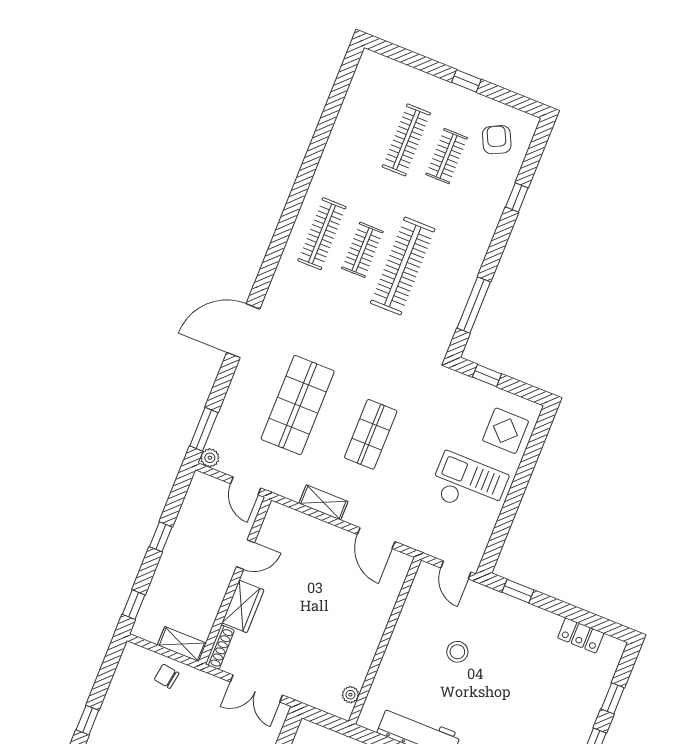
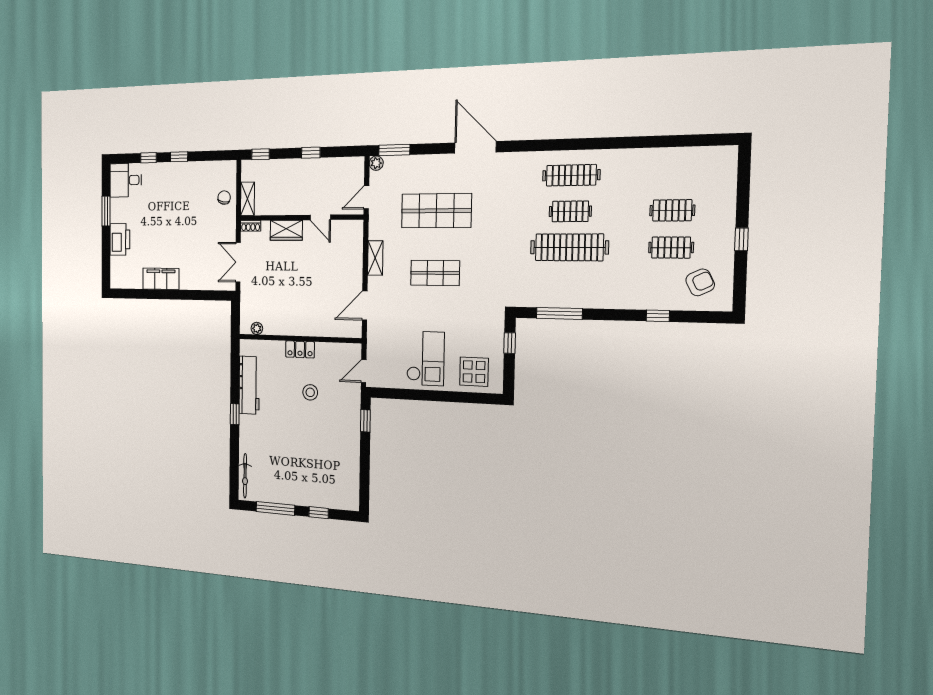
clothes rail: (406, 140) -> (672, 210), width x0.73
locker: (581, 635) -> (300, 349), moved, turned -90
shoe rack: (220, 647) -> (251, 226), width x0.70

